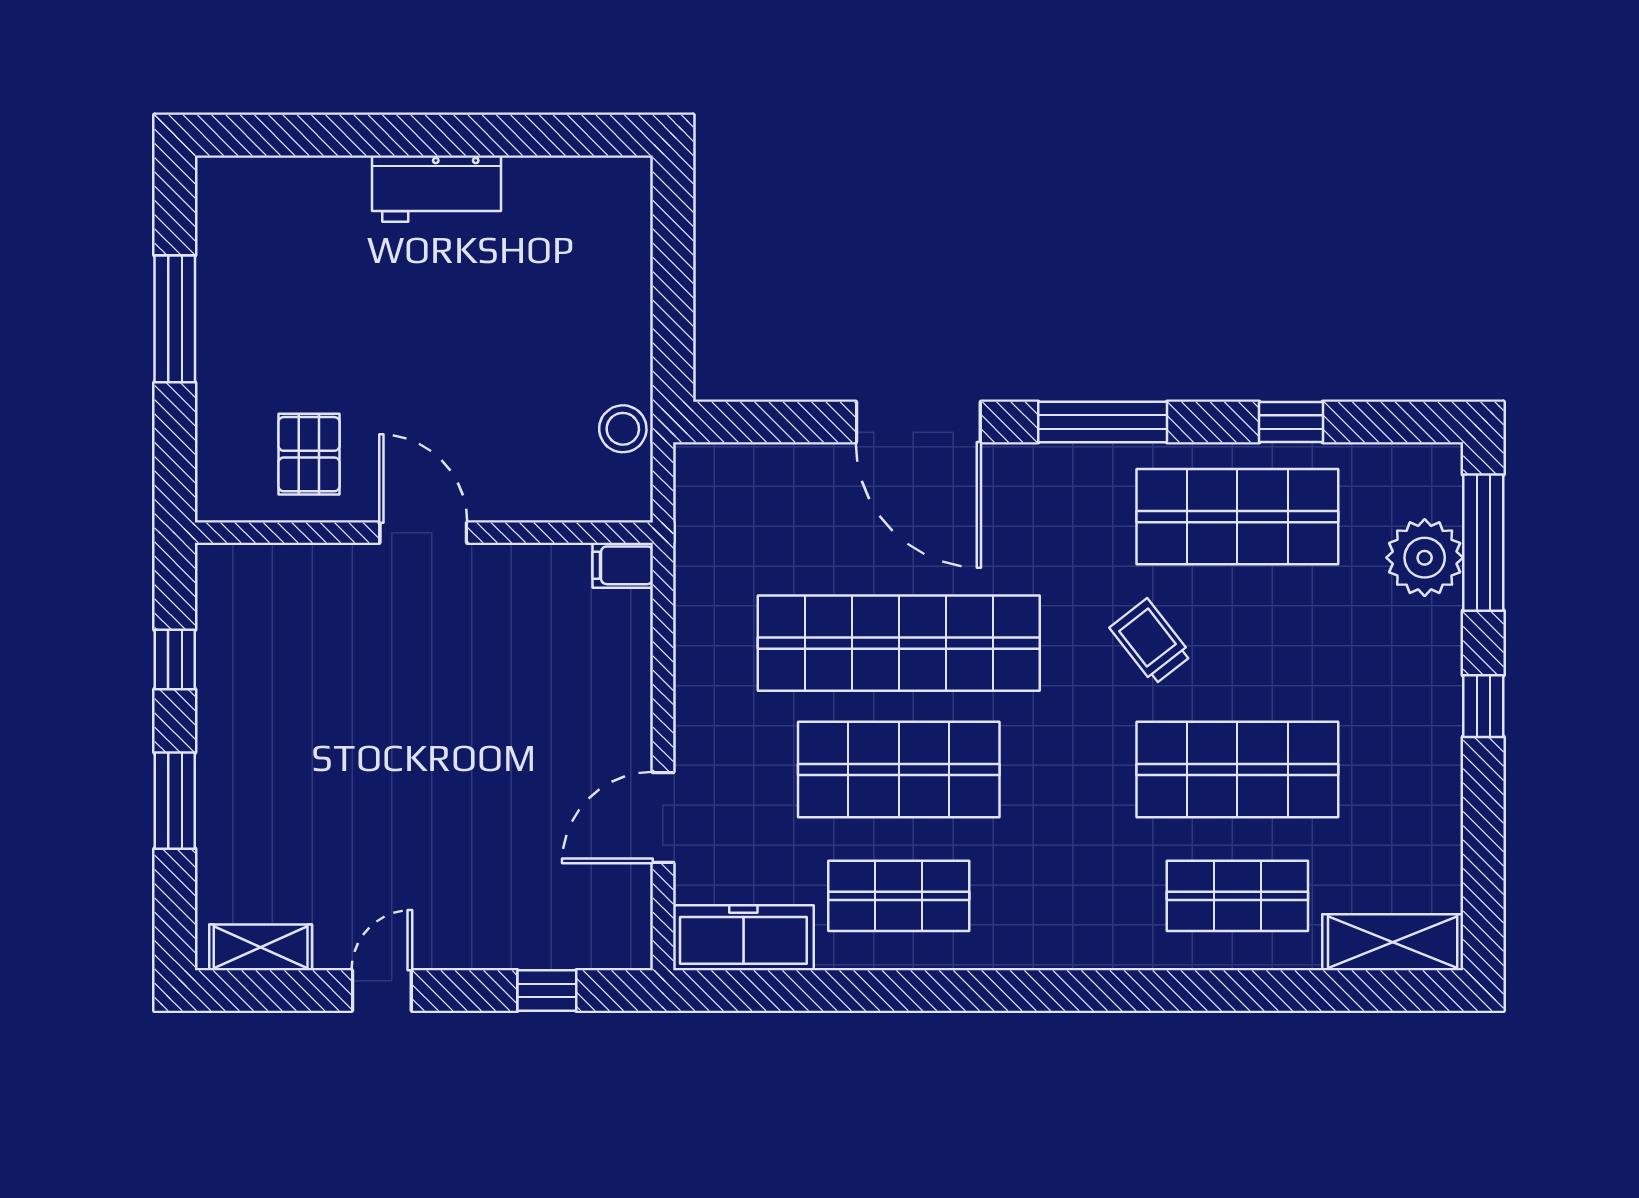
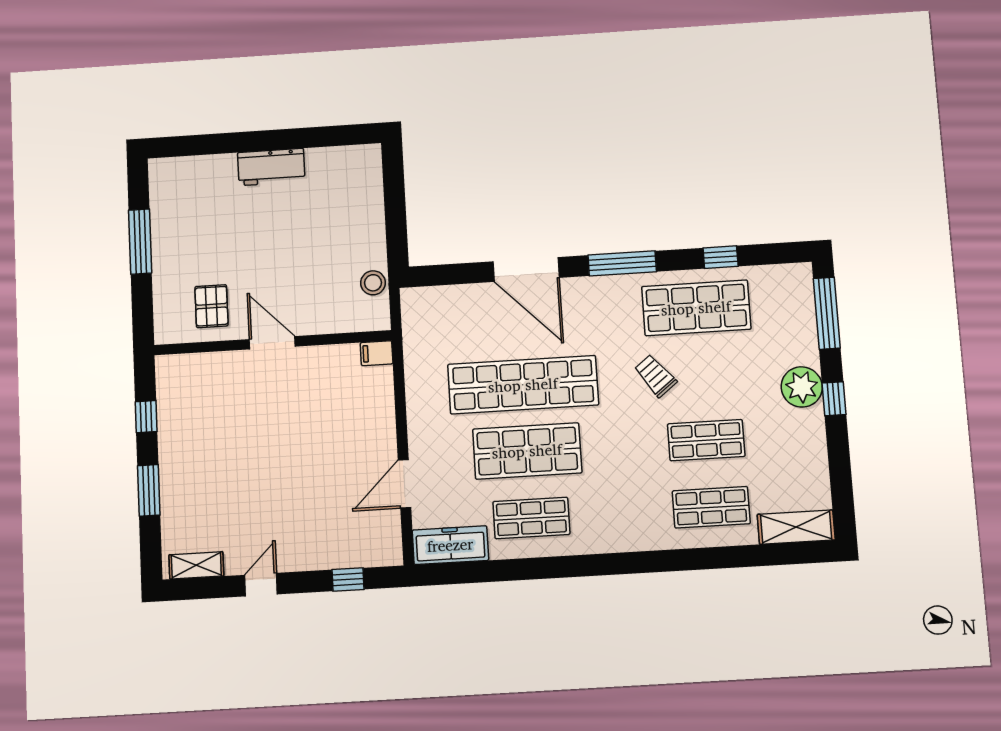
plant: (1425, 558) -> (802, 387), moved
shop shelf: (1237, 770) -> (706, 440), width x0.70, depth x0.74

